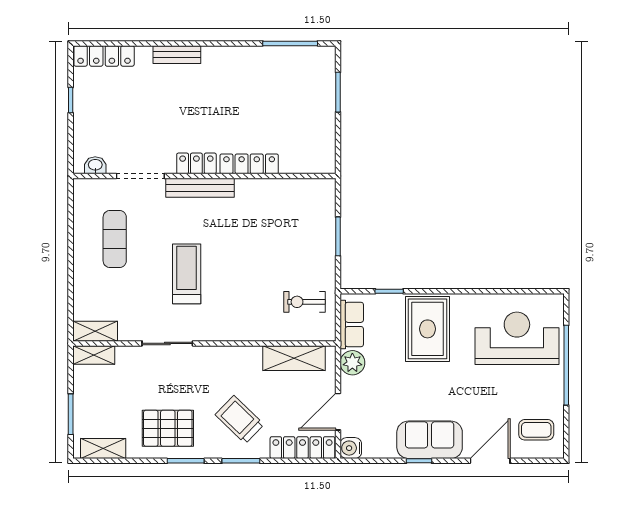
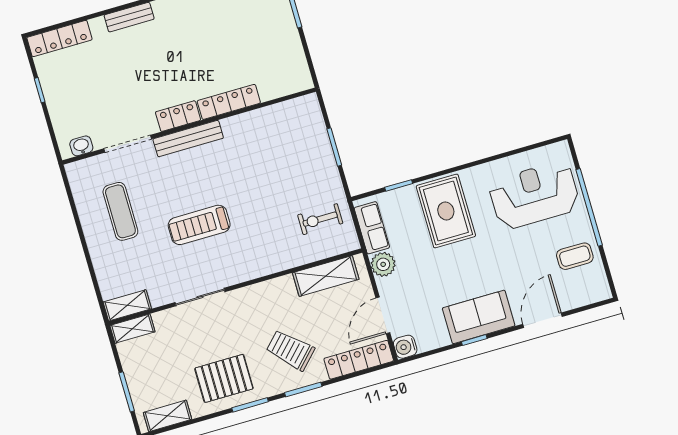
treadmill: (187, 274) -> (199, 225), turned -90
coffee table: (536, 430) -> (575, 256), moved

